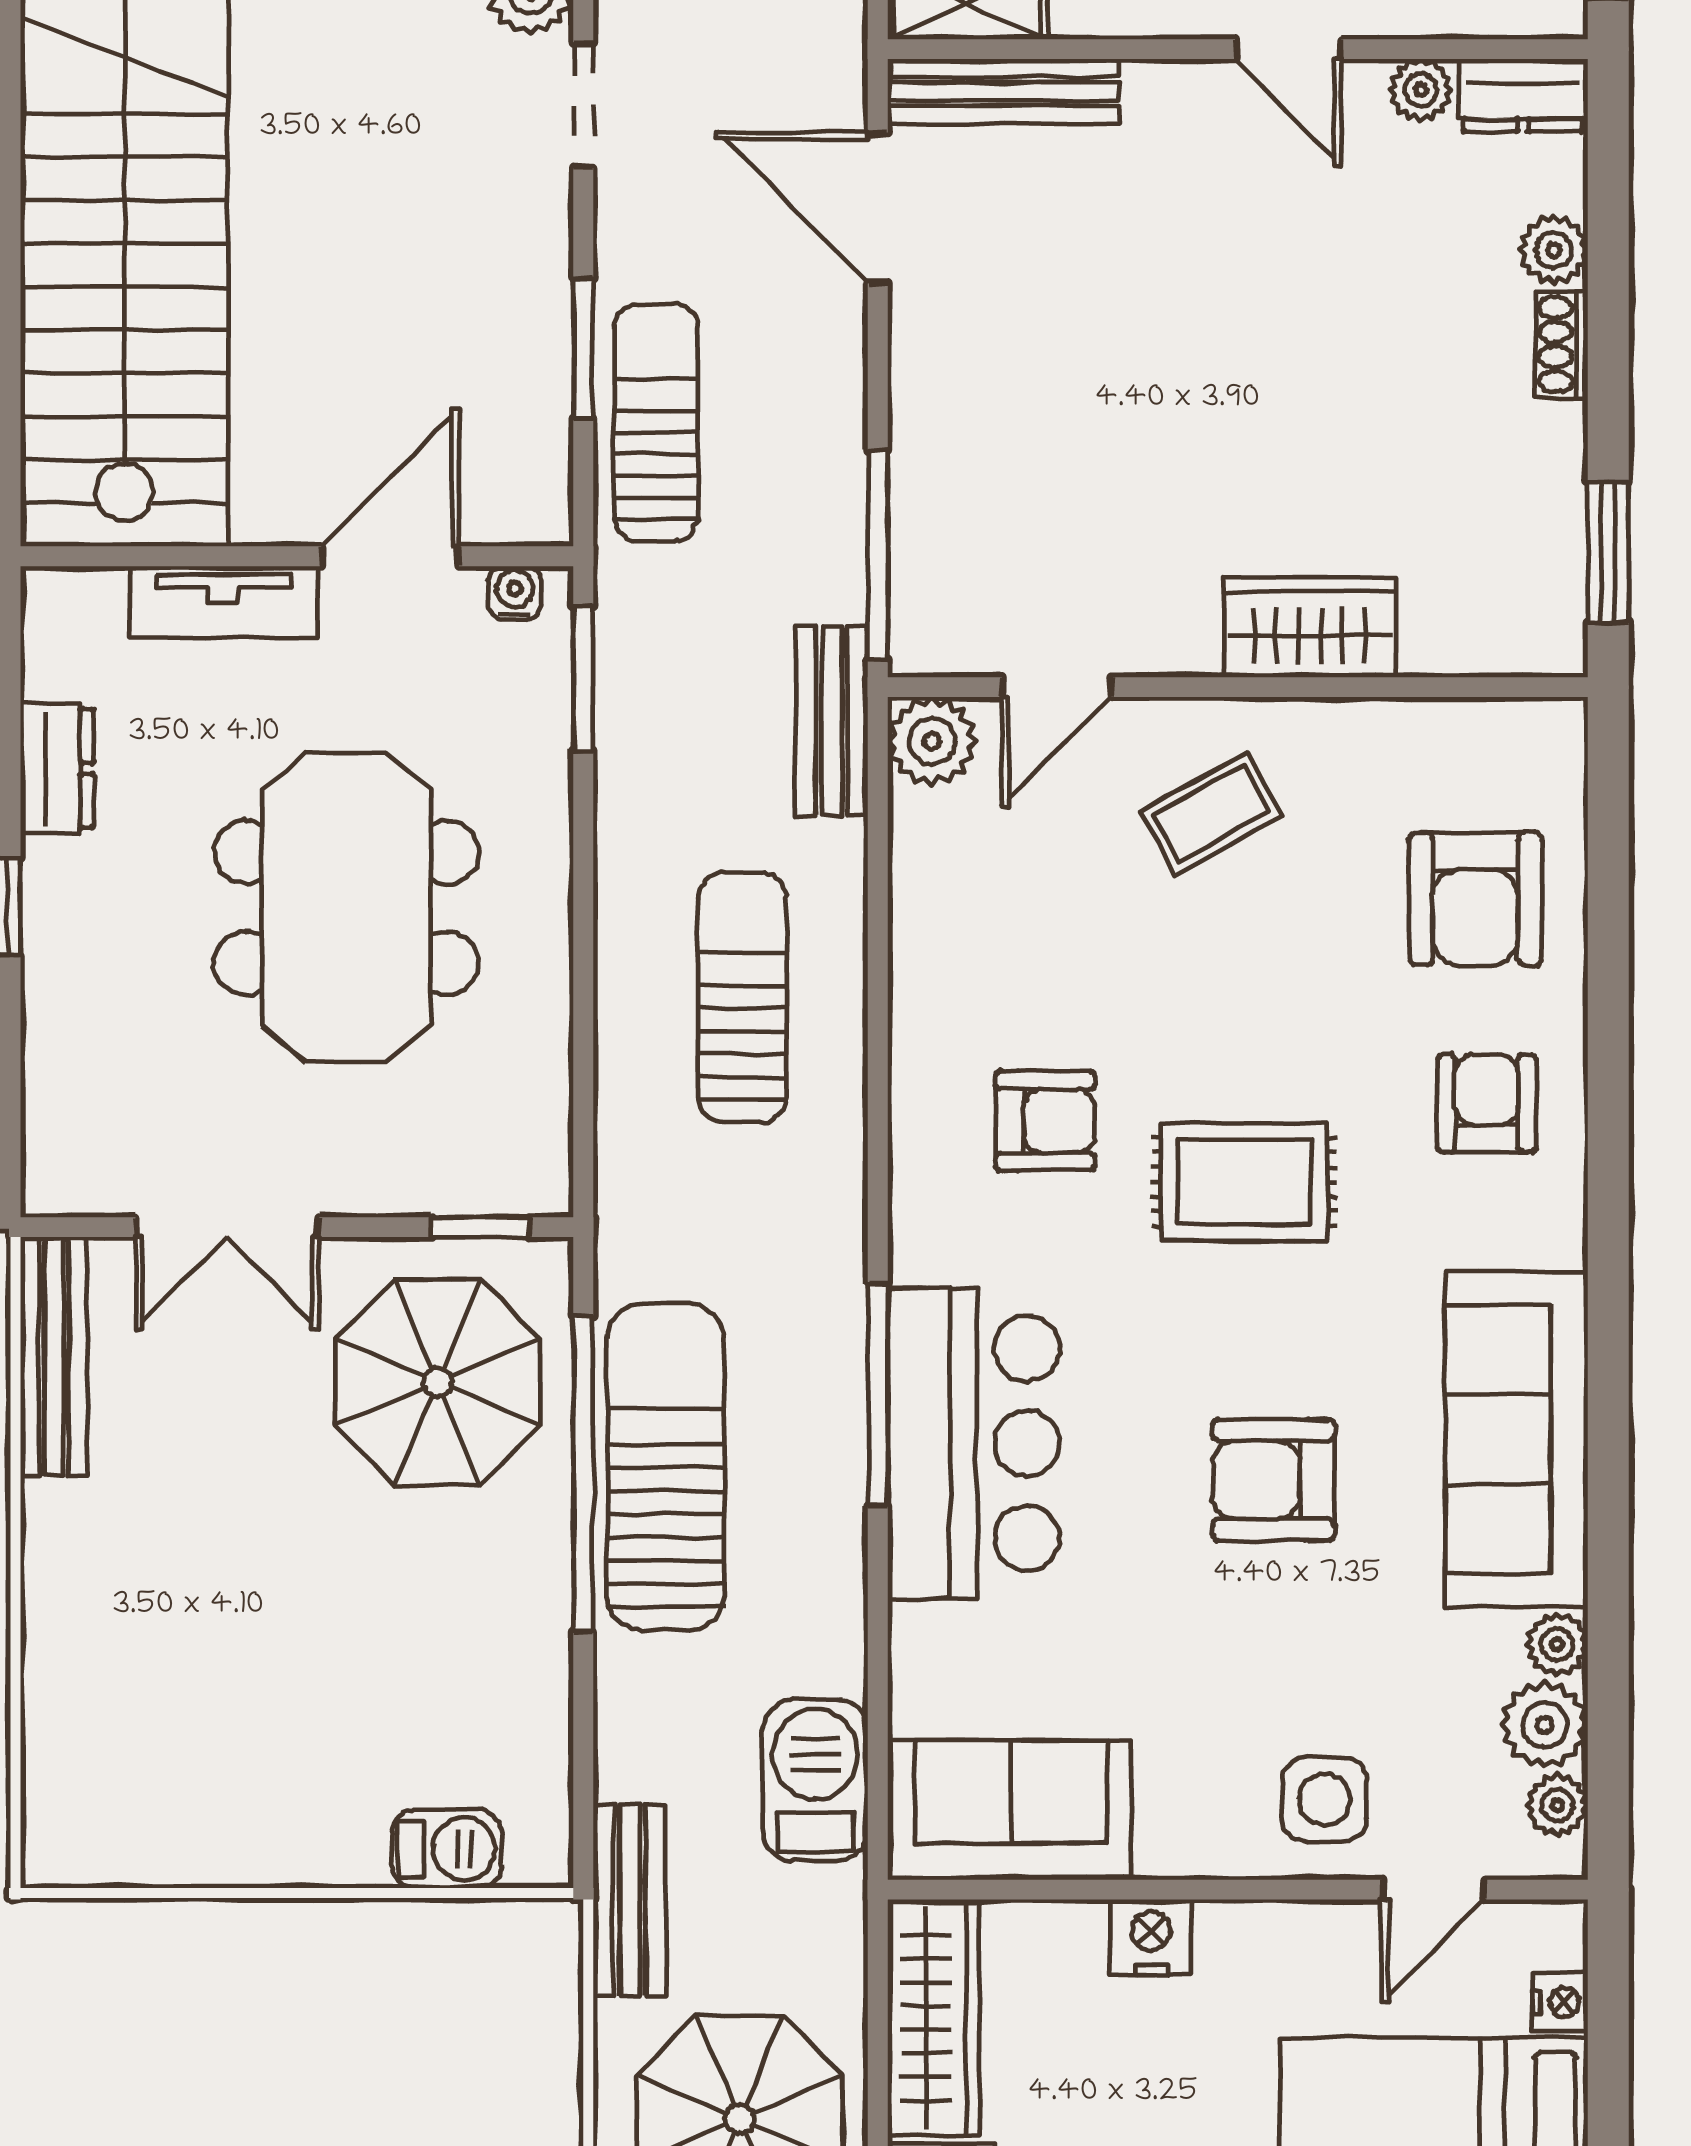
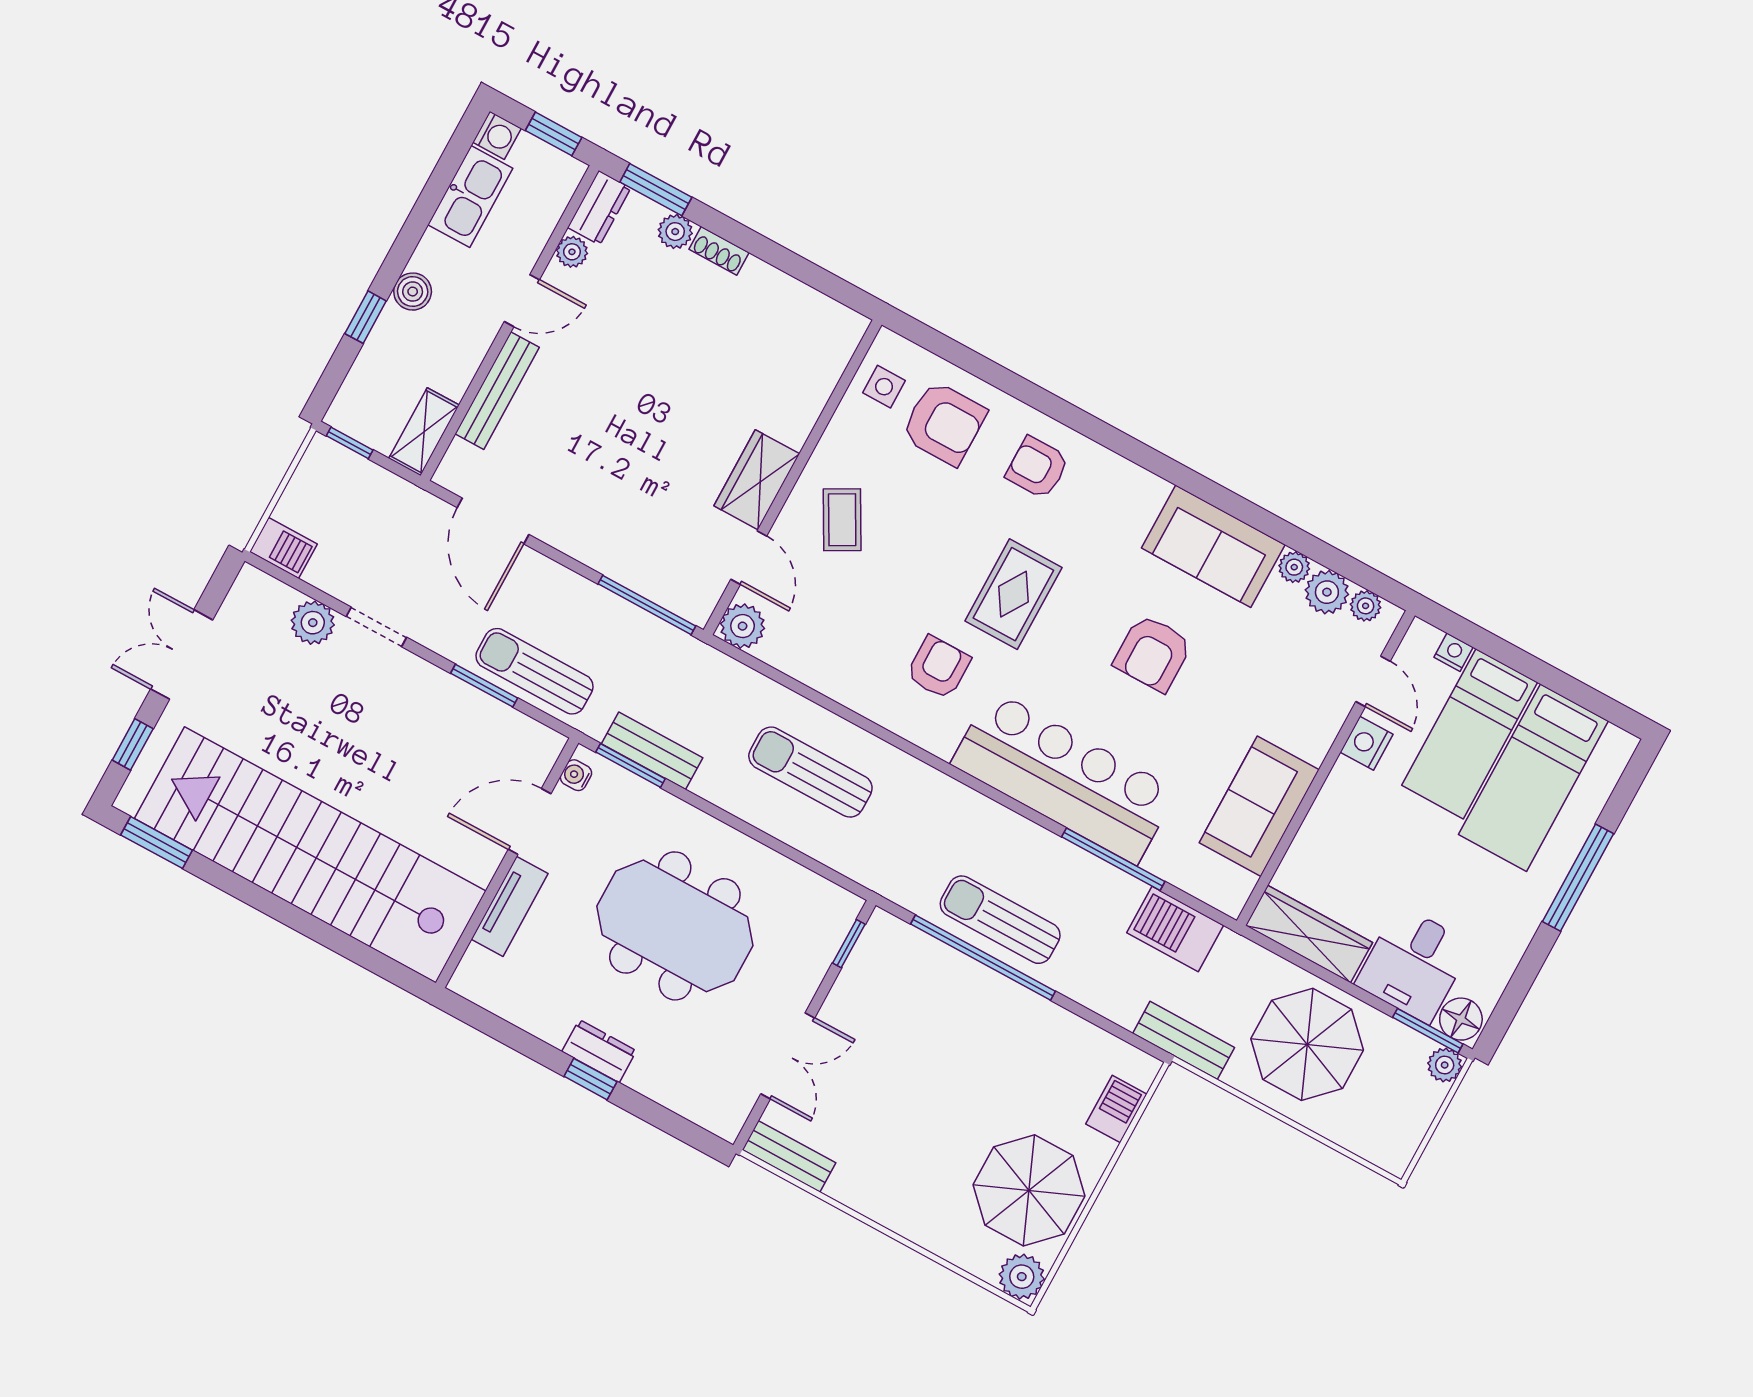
bench: (1003, 91) -> (497, 391), moved
door: (878, 208) -> (493, 521), hinge flipped
window: (1608, 552) -> (656, 190), moved
door: (390, 556) -> (530, 822), hinge flipped
wardrobe: (1310, 627) -> (757, 480), moved
bench: (832, 721) -> (652, 751), moved
dresser: (57, 768) -> (599, 1051), moved
bench: (54, 1356) -> (789, 1156), width x0.73
parasol: (438, 1382) -> (1029, 1190), moved
window: (878, 1395) -> (1113, 859), moved
sofa: (1517, 1439) -> (1213, 546), width x0.73
bar counter: (974, 1443) -> (1064, 777), width x1.36
sun lounger: (666, 1467) -> (1000, 920), width x0.73, depth x0.75
side table: (1324, 1800) -> (884, 387), moved, width x0.73, depth x0.73
sofa: (1011, 1810) -> (1259, 806), moved
plant: (65, 1843) -> (1022, 1277), added
nightstand: (1151, 1937) -> (1367, 743), moved

